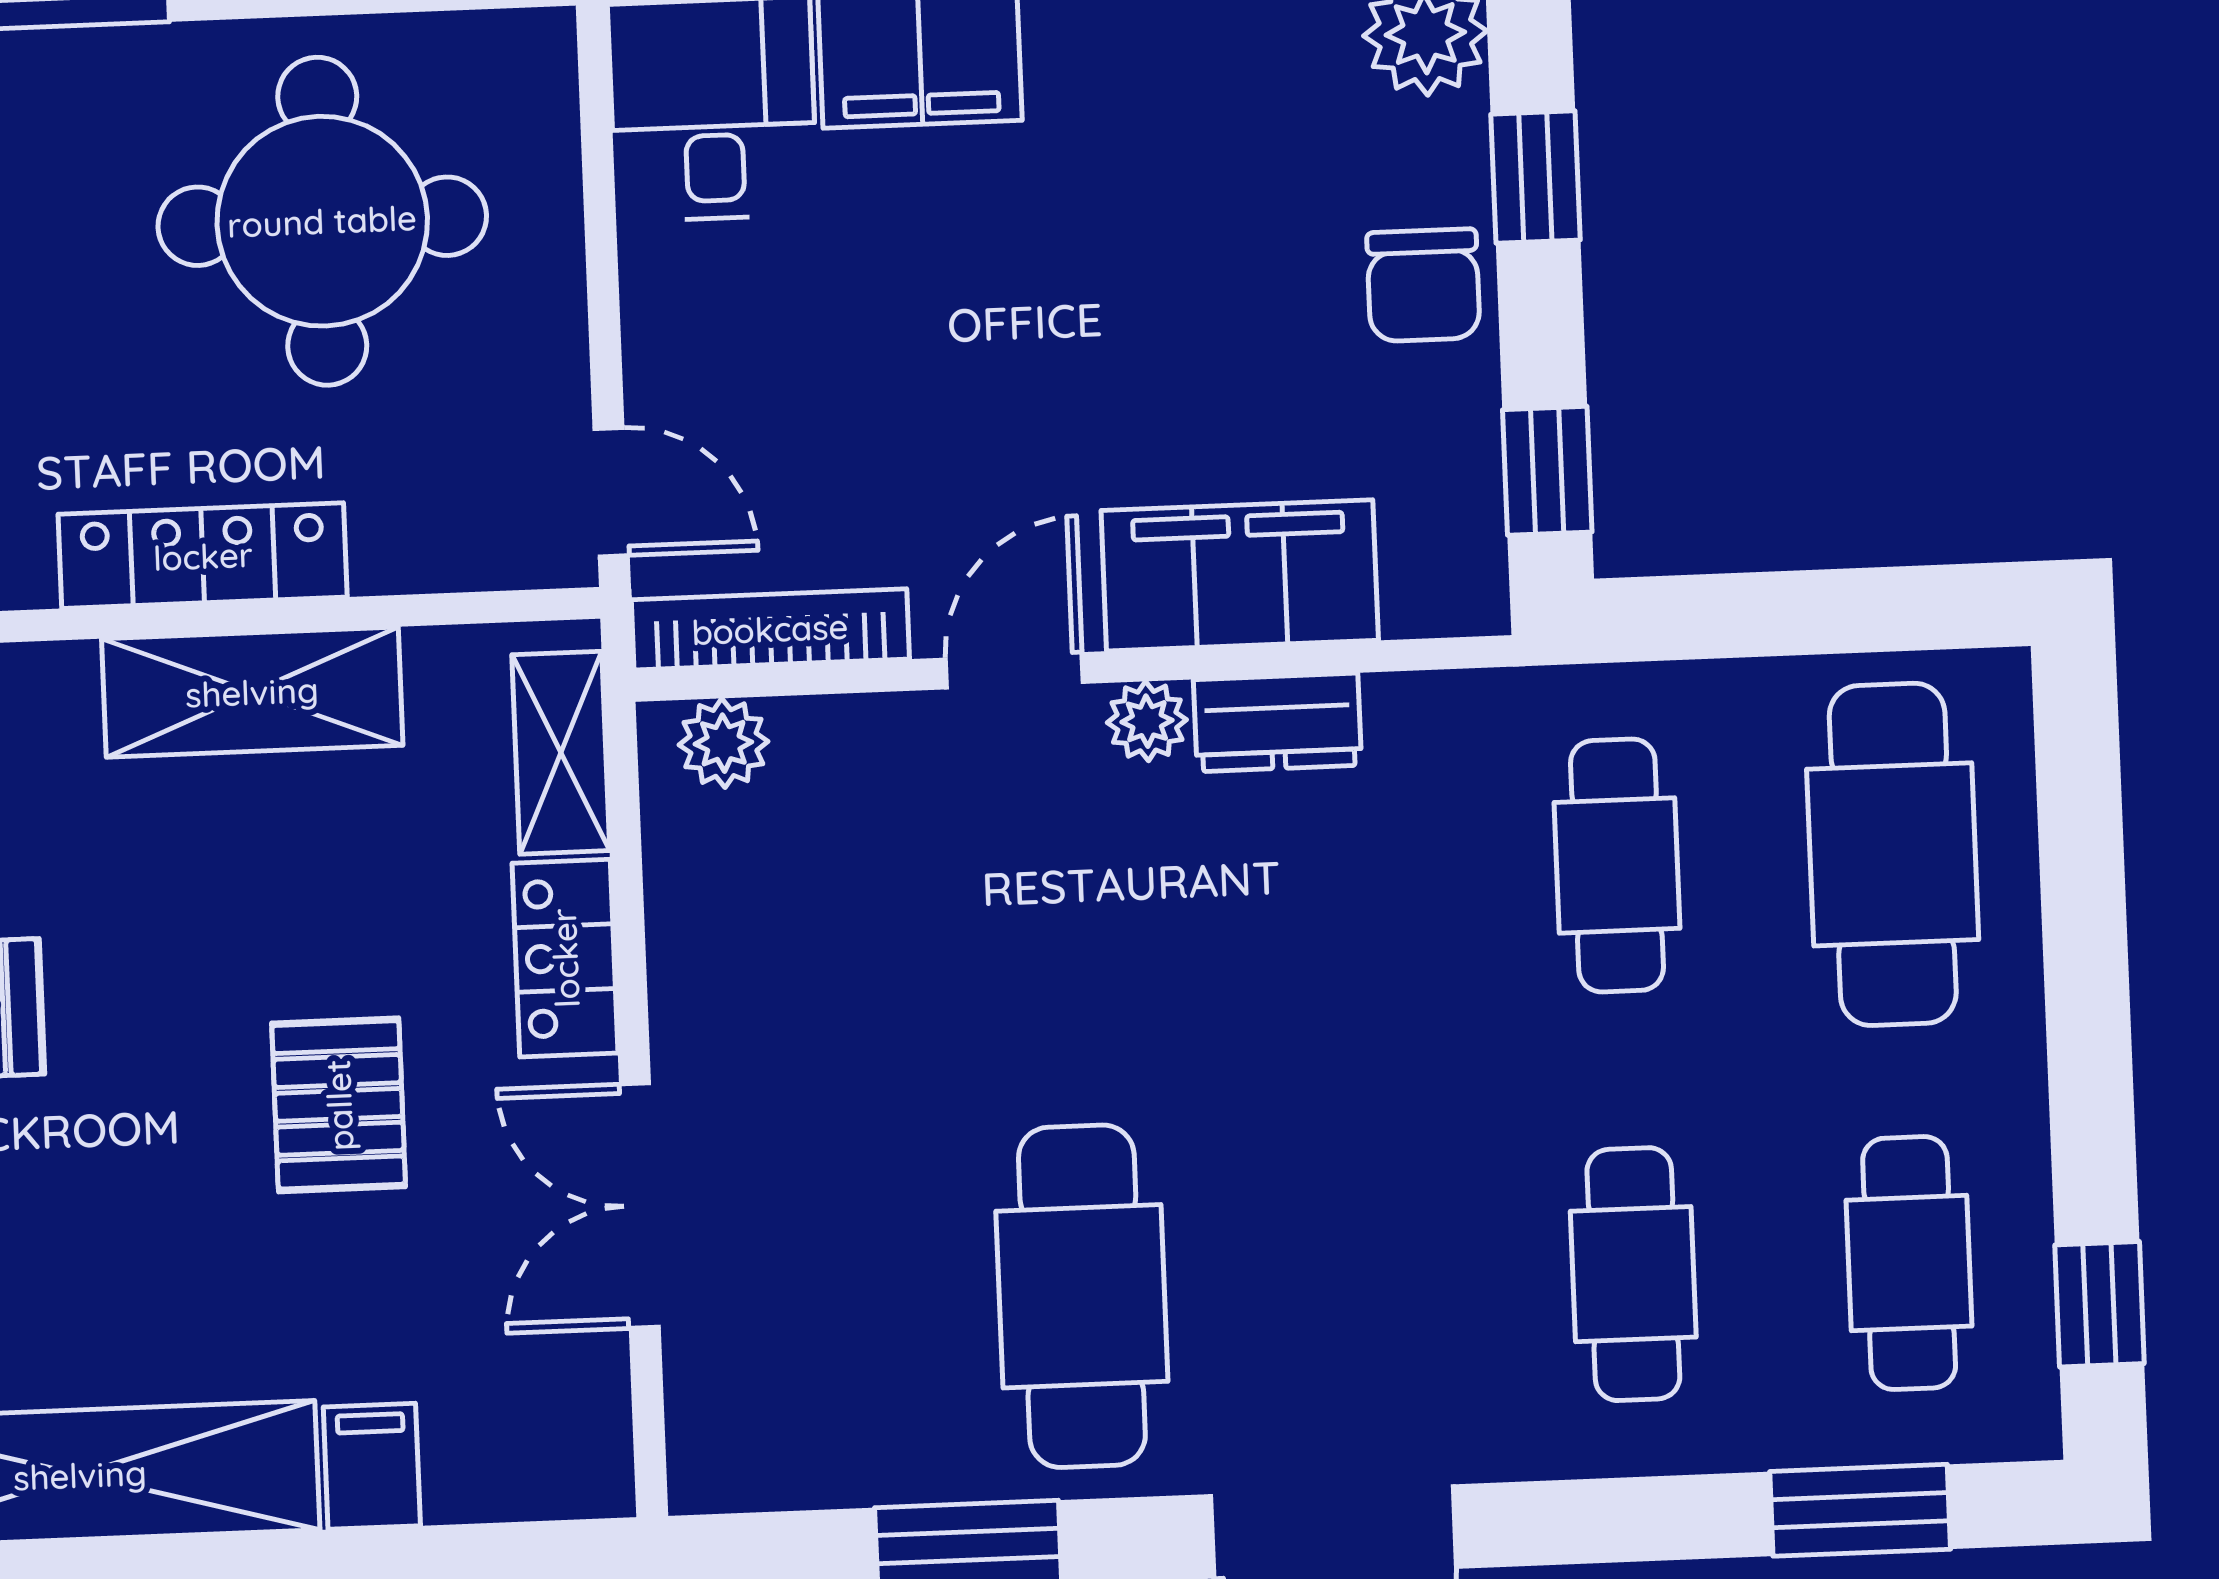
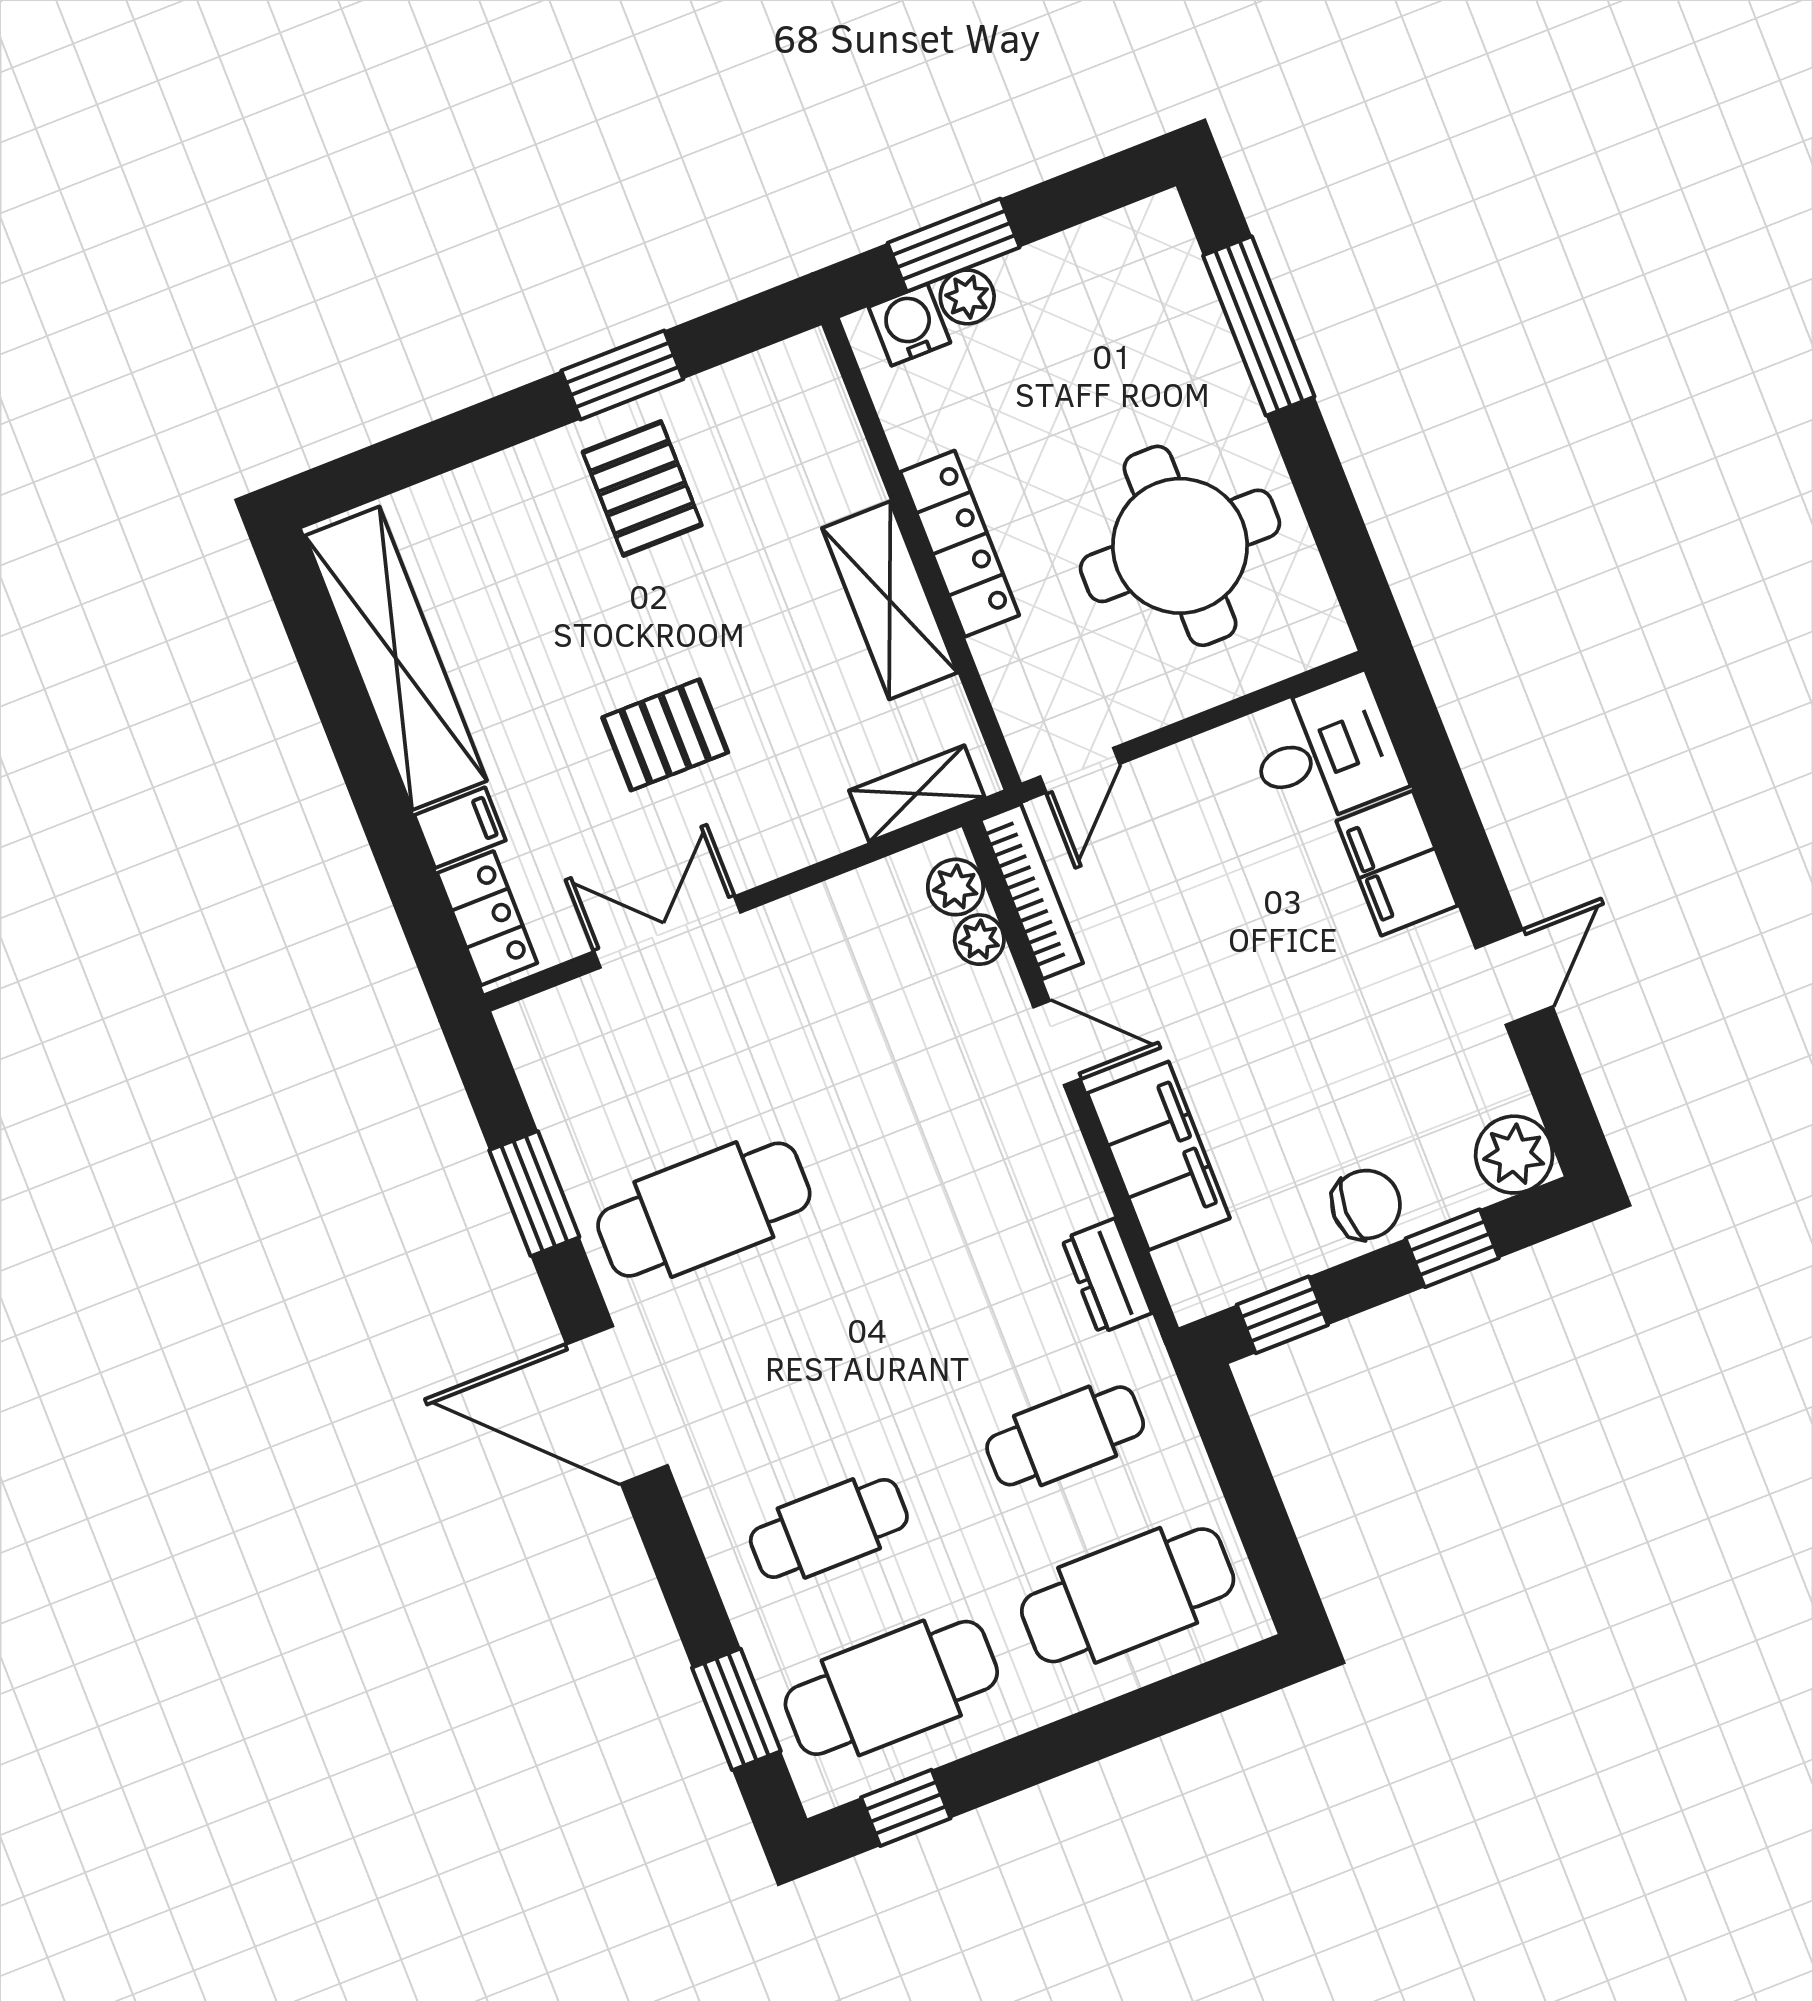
chair: (1423, 285) -> (1366, 1205), turned 180
plant: (1147, 721) -> (979, 940), moved
dresser: (1277, 722) -> (1107, 1276), moved
locker: (565, 958) -> (487, 918), moved, turned 90
cafe table: (1909, 1263) -> (891, 1688), width x1.37, depth x1.35

